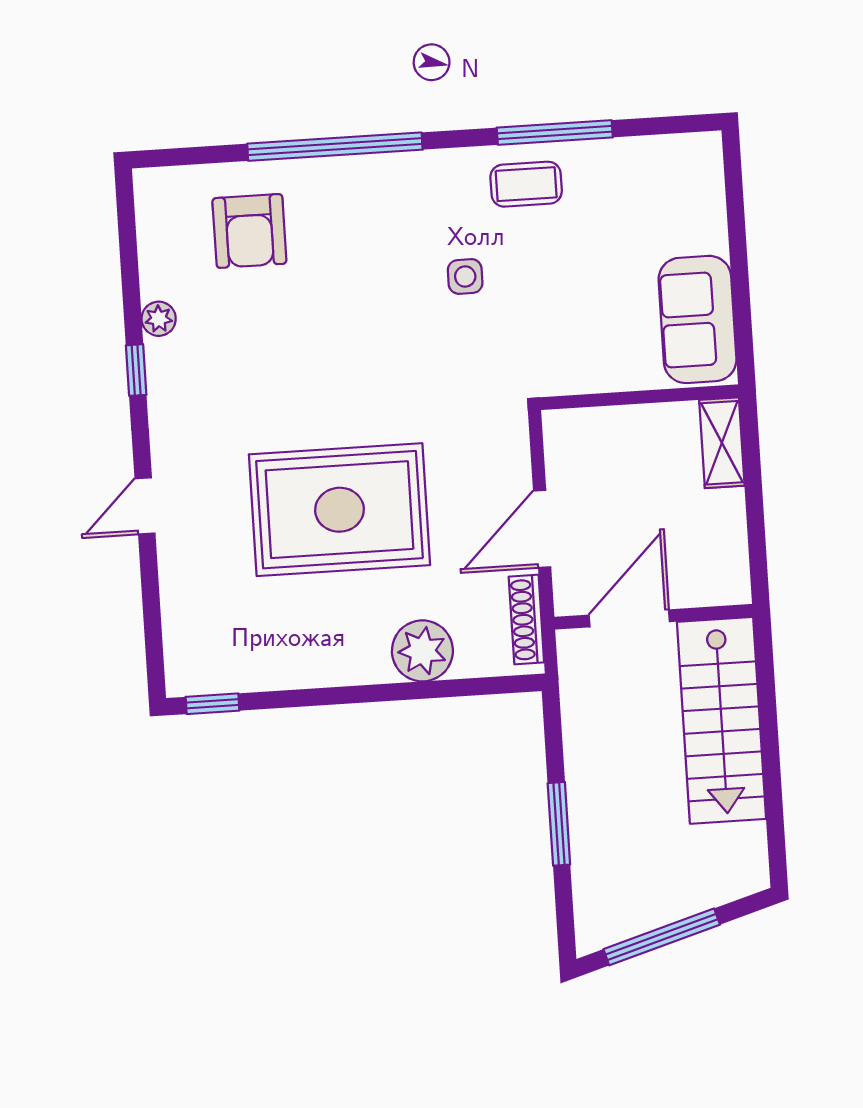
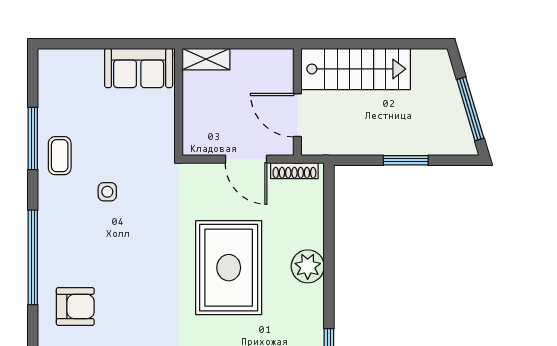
plant: (422, 651) -> (308, 266), moved

